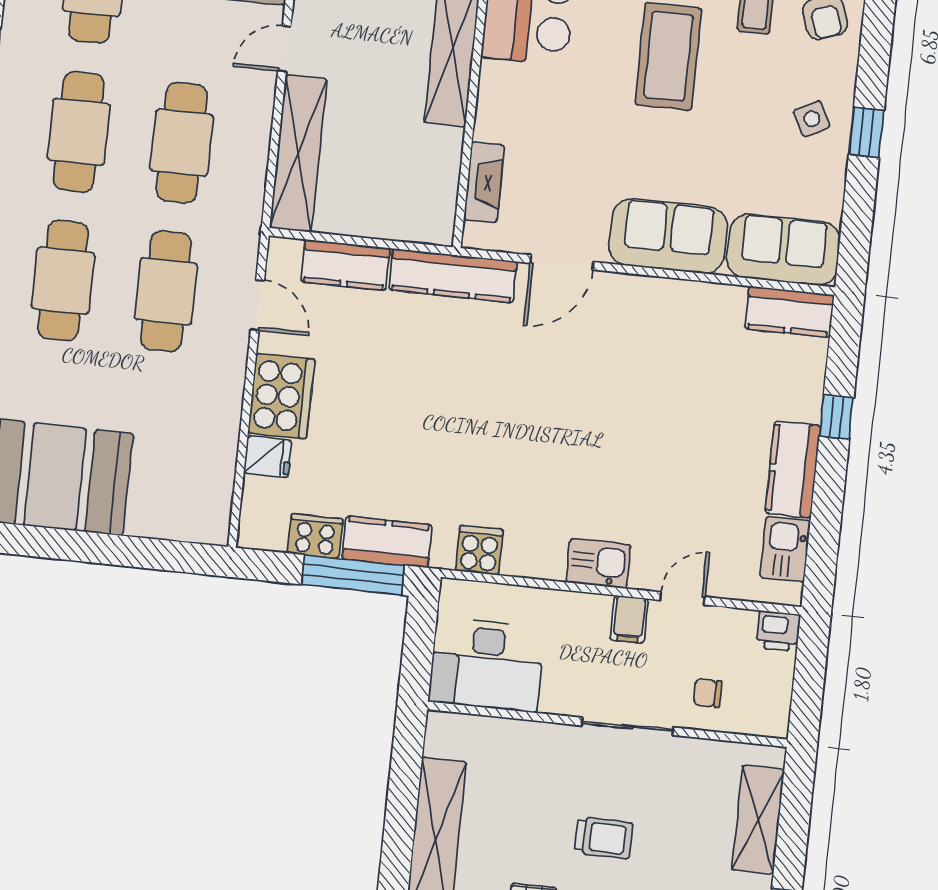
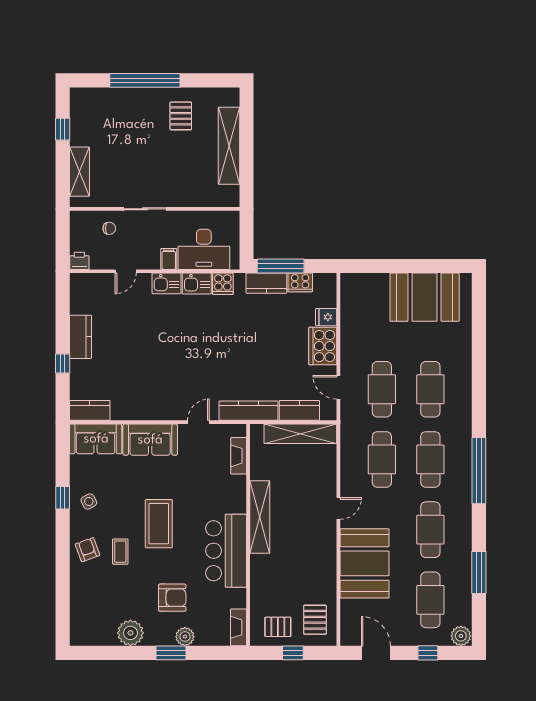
shelving: (298, 153) -> (300, 434), moved, turned 90
door: (562, 262) -> (198, 422), width x0.73
kitchen sink: (785, 549) -> (197, 283), moved, turned 90
filing cabinet: (629, 619) -> (169, 259), moved
desk: (487, 665) -> (204, 249), moved, turned 180
trolley: (604, 838) -> (151, 156), removed

